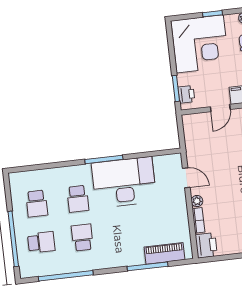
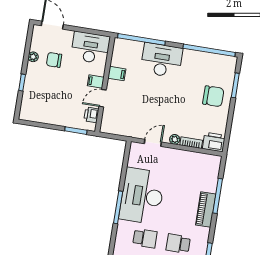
corner desk: (200, 44) -> (44, 100), removed
printer: (186, 94) -> (91, 115), moved, turned -90
door: (220, 108) -> (103, 98), swing flipped
piano: (165, 253) -> (206, 209), moved

